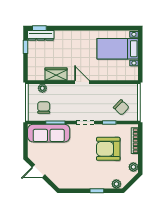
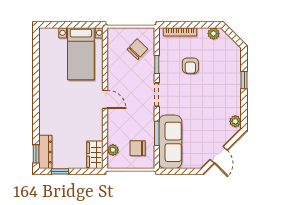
bed with nightstands: (118, 49) -> (81, 54), moved
wardrobe: (56, 74) -> (95, 155), moved
door: (82, 82) -> (105, 99), swing flipped
armchair: (108, 149) -> (190, 66), width x0.53, depth x0.53
plant: (116, 184) -> (235, 121), moved

